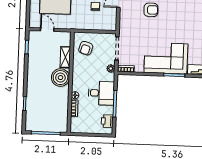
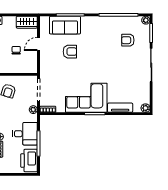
printer: (107, 121) -> (29, 161), width x1.87, depth x1.48

